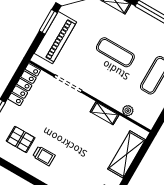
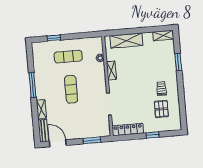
window: (48, 22) -> (92, 140), moved
piano: (55, 38) -> (87, 131), removed

